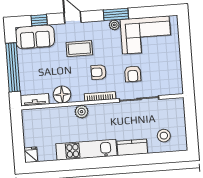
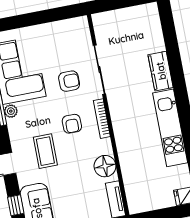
plant: (82, 112) -> (123, 139), removed
stool: (164, 136) -> (141, 33), removed

